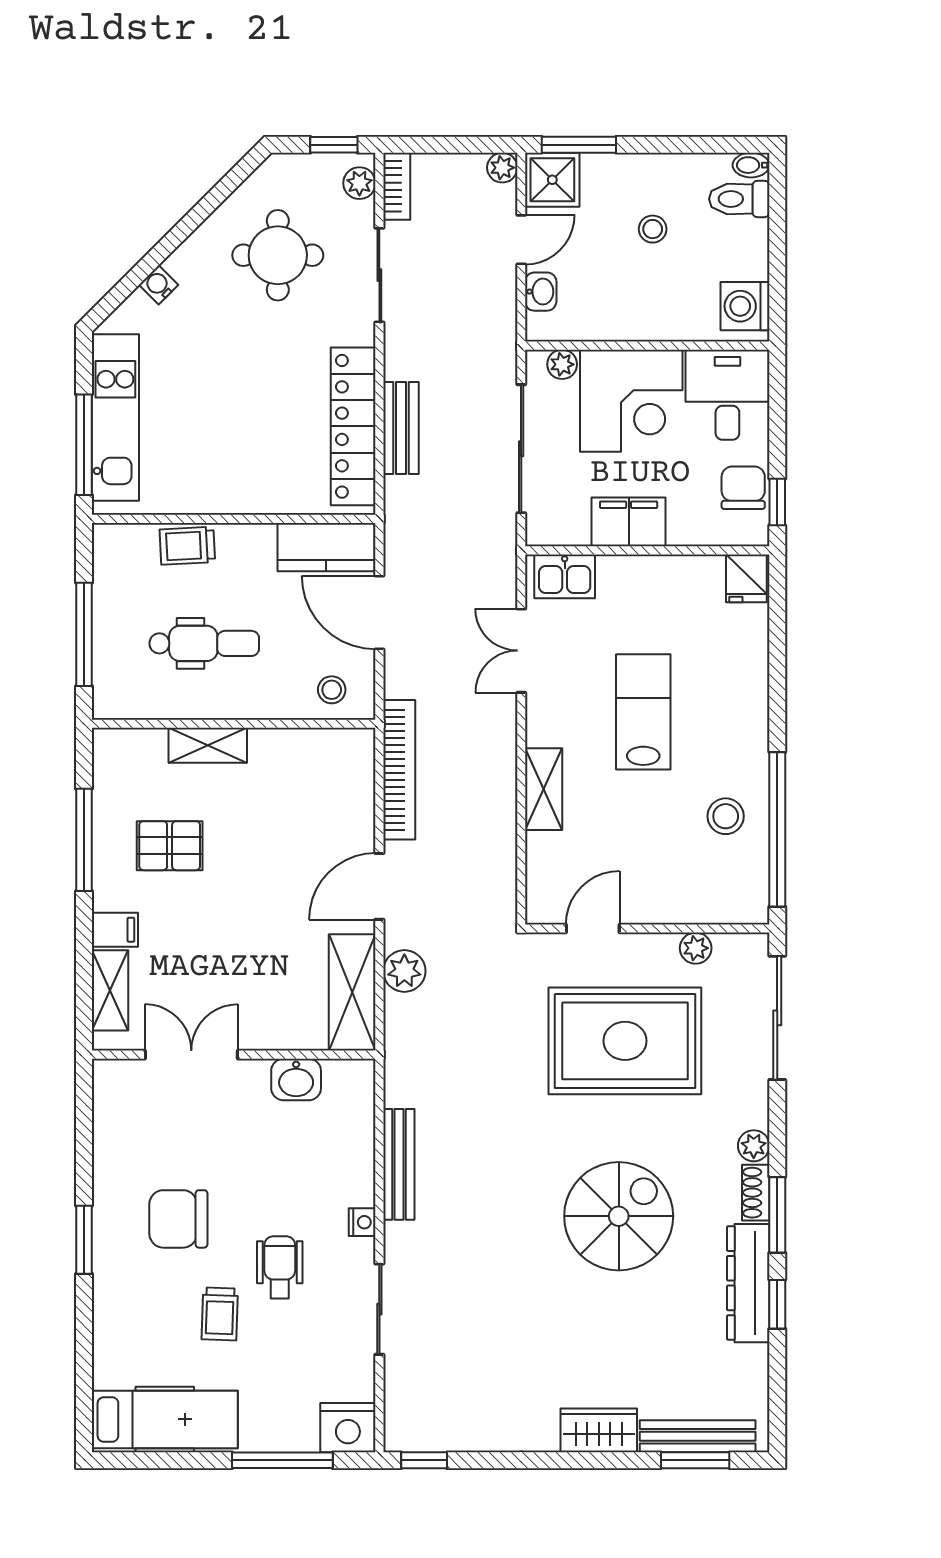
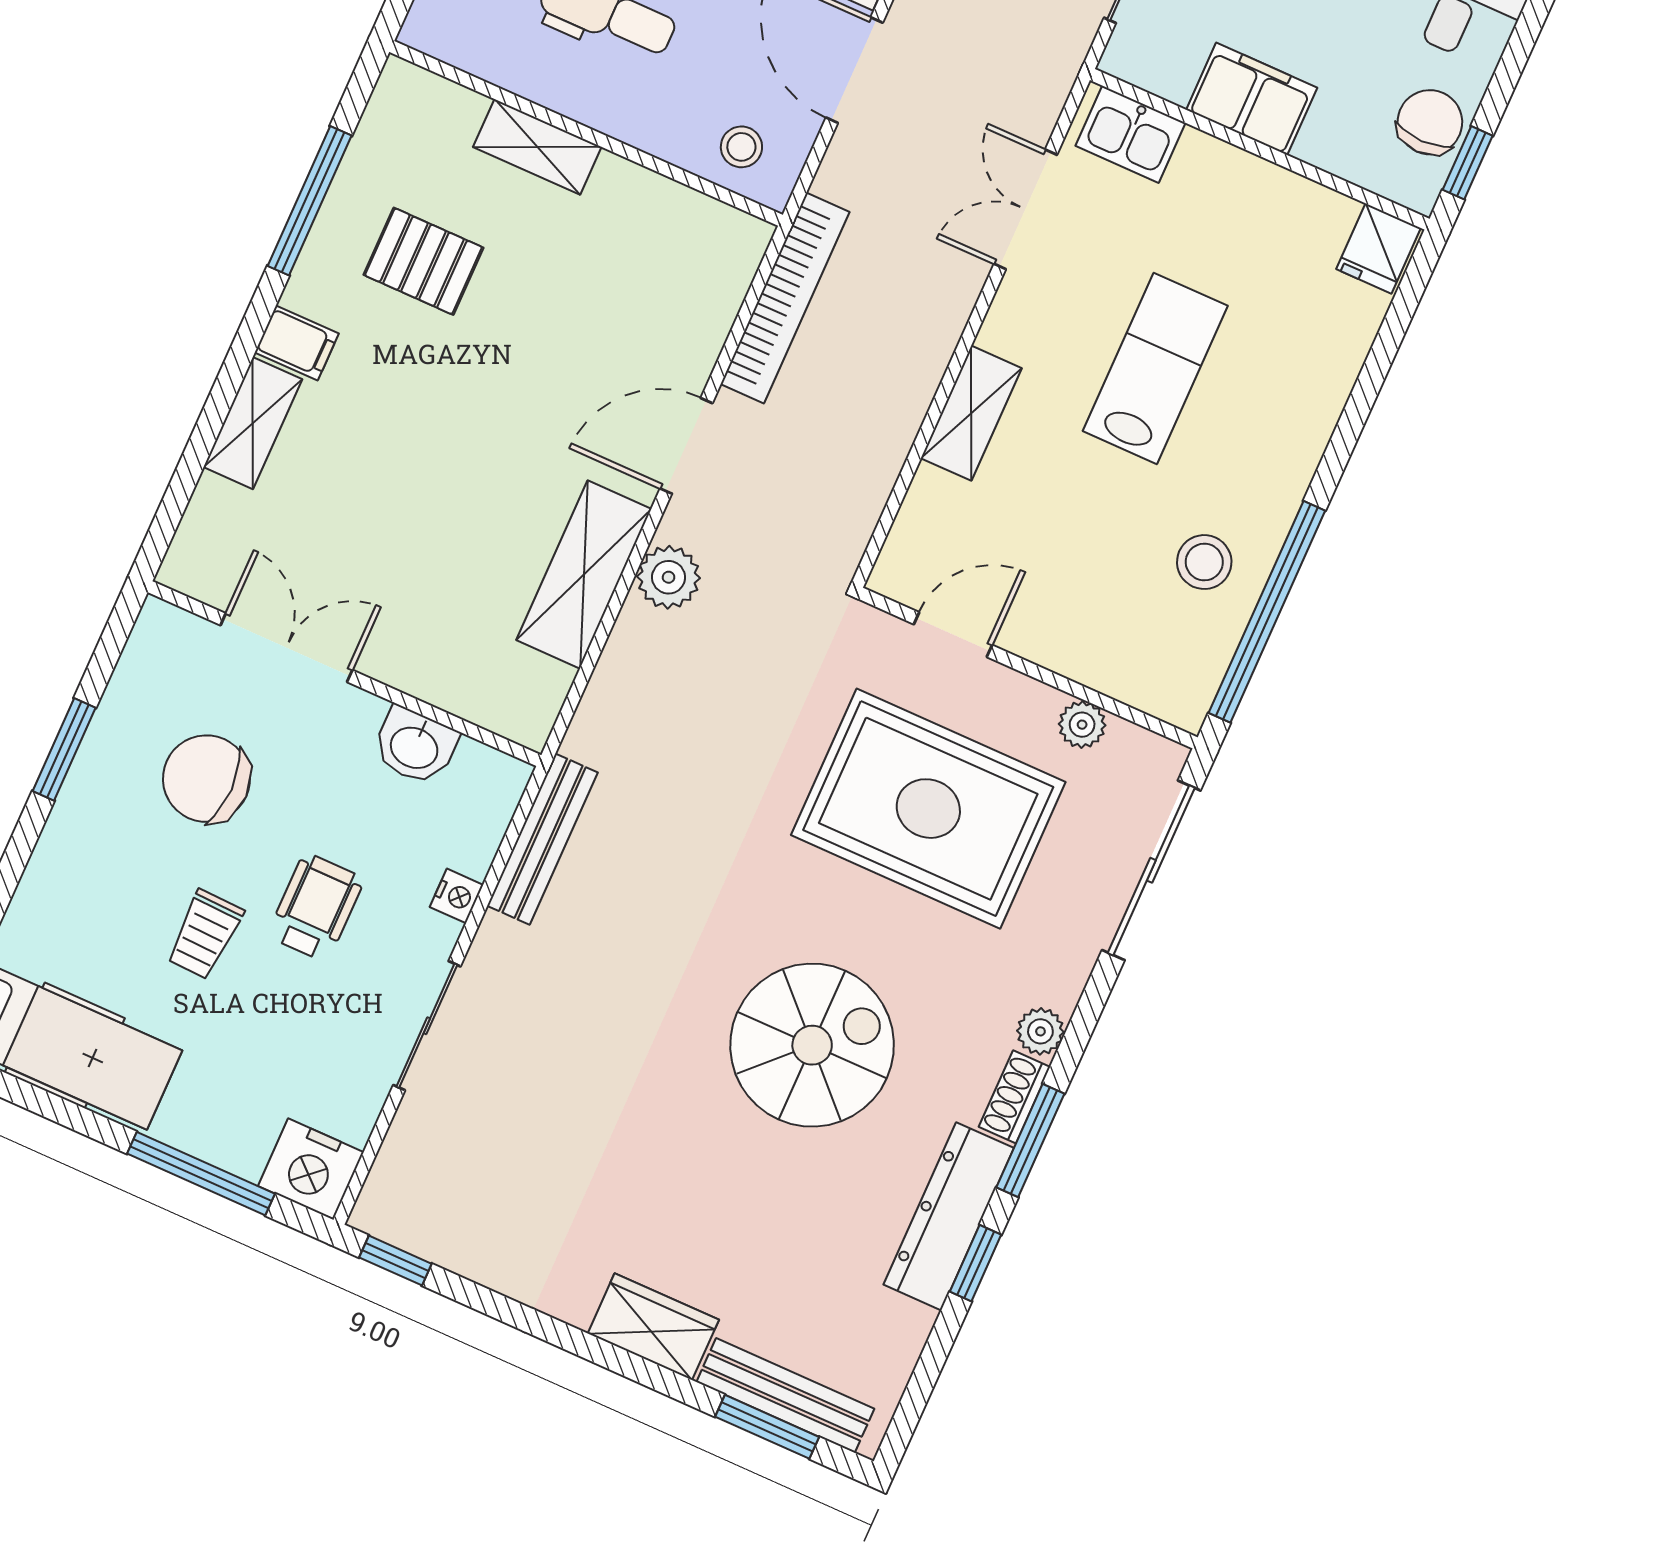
double door: (191, 1055) -> (286, 648), moved
wall: (234, 1055) -> (344, 674), moved
washbasin: (296, 1080) -> (415, 746), moved

